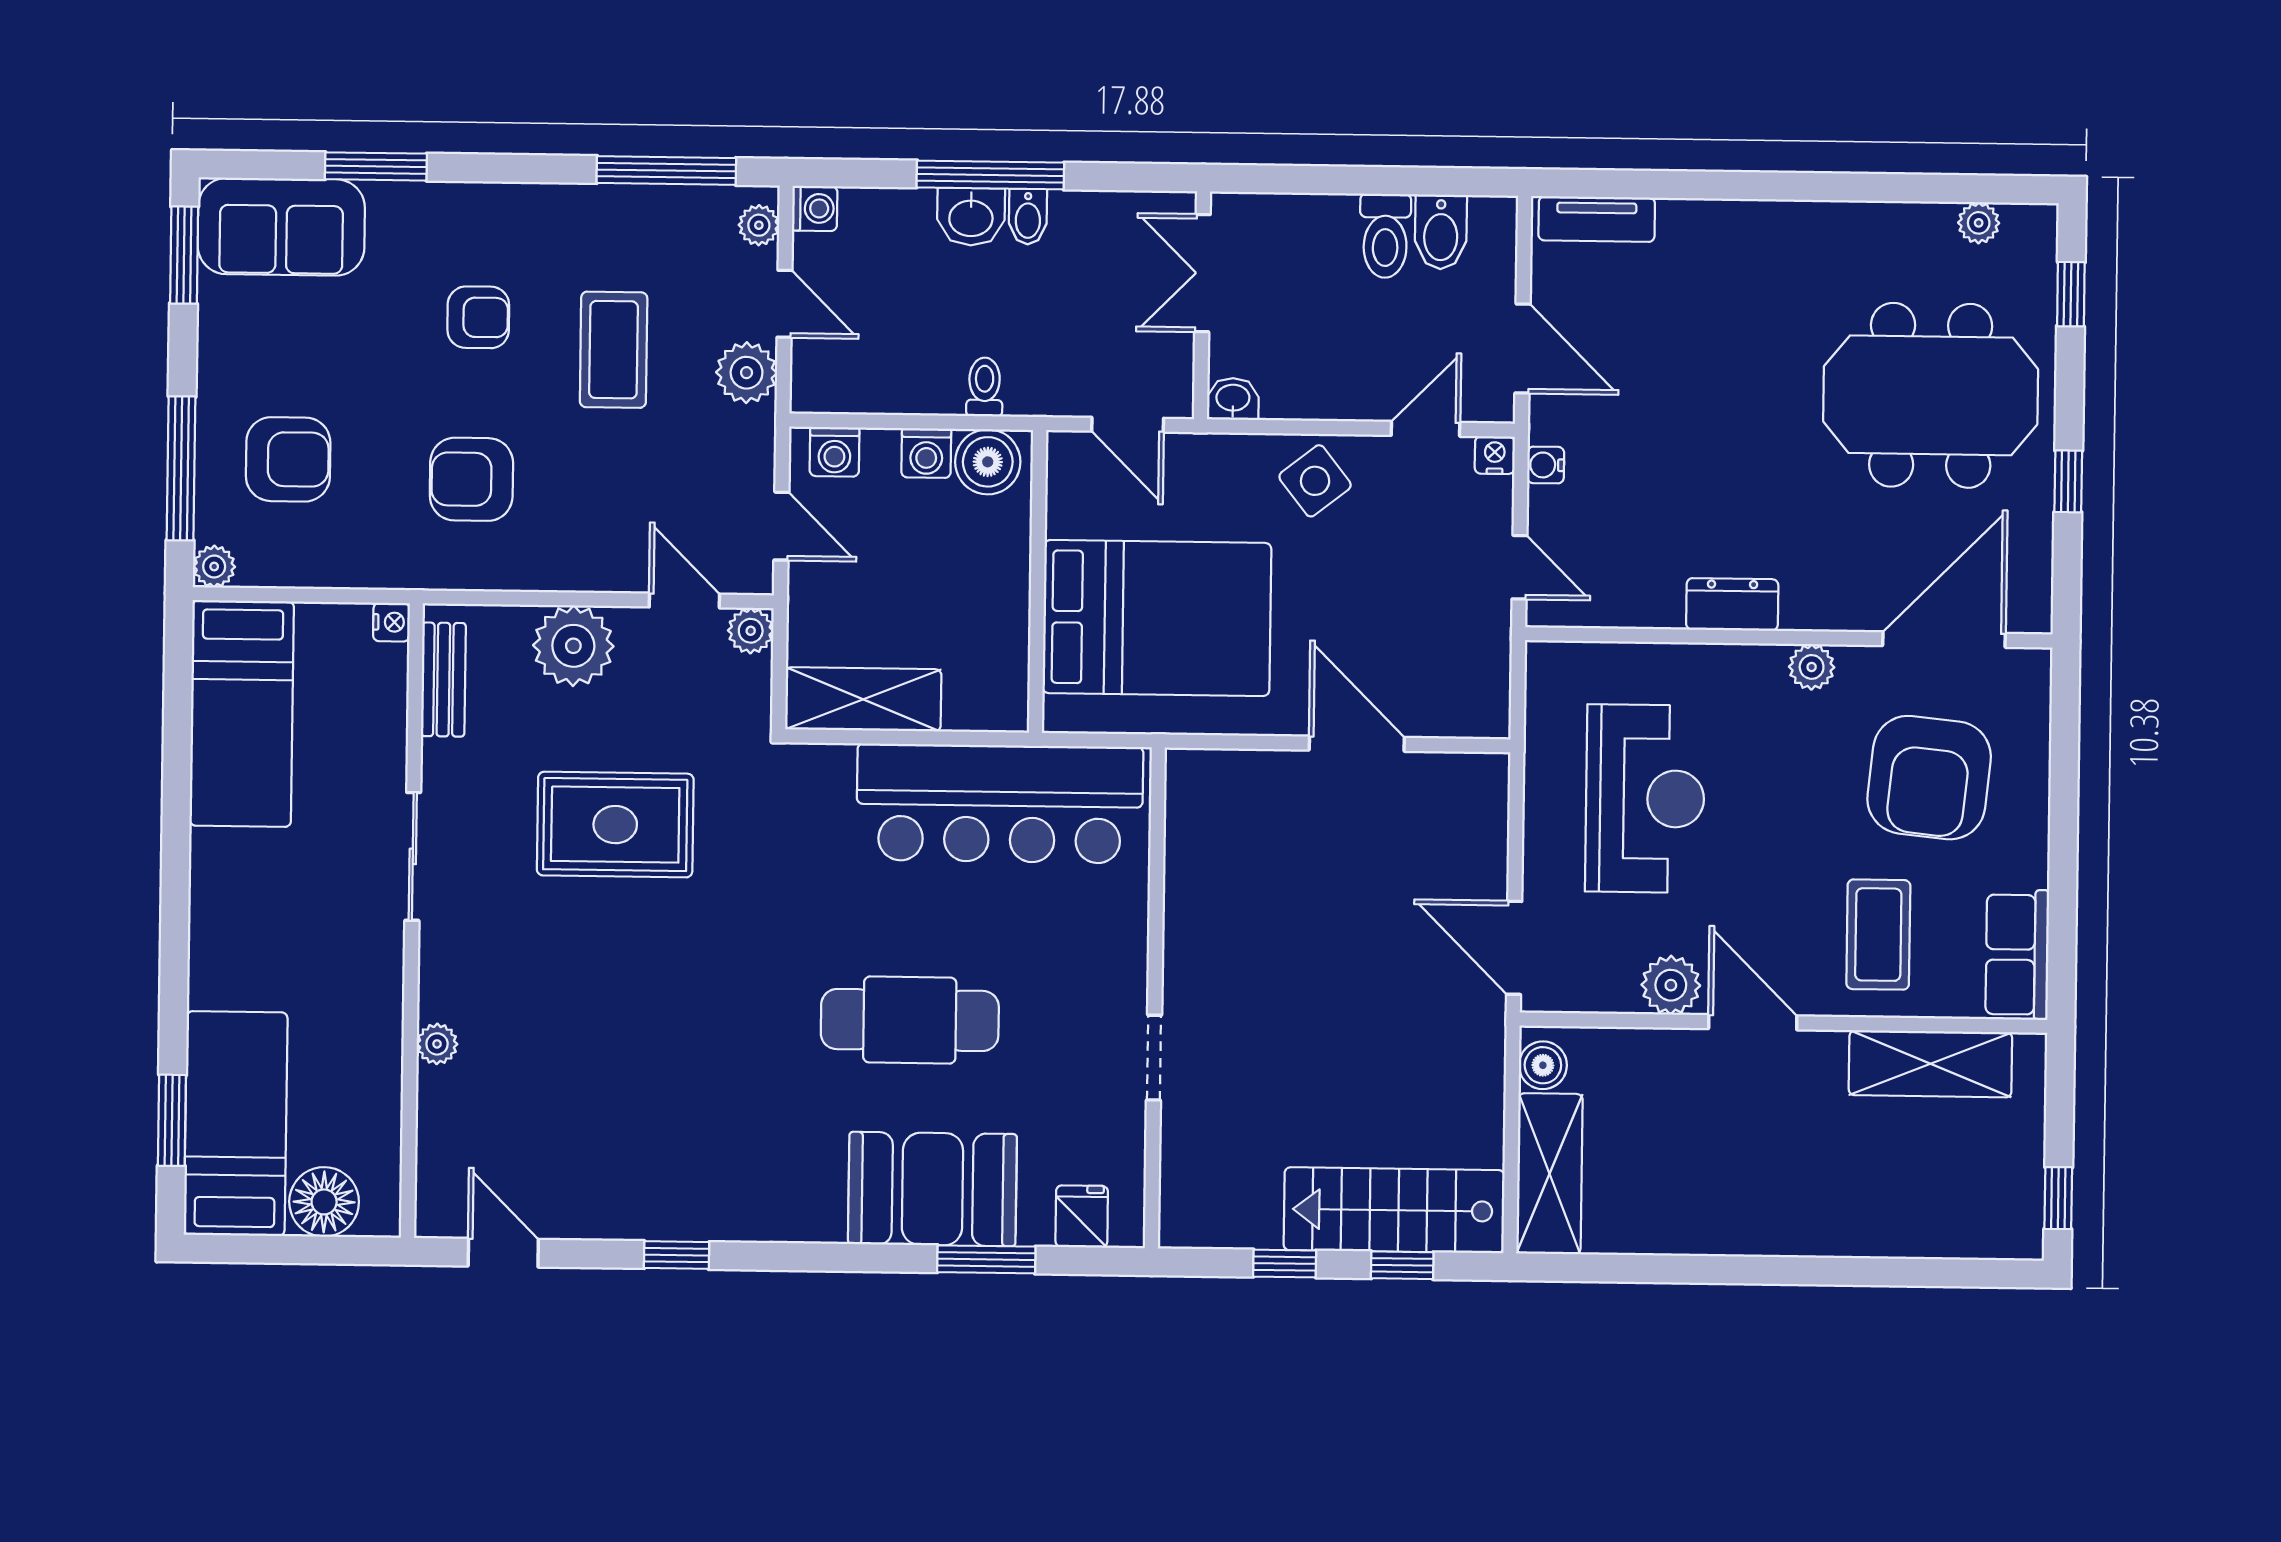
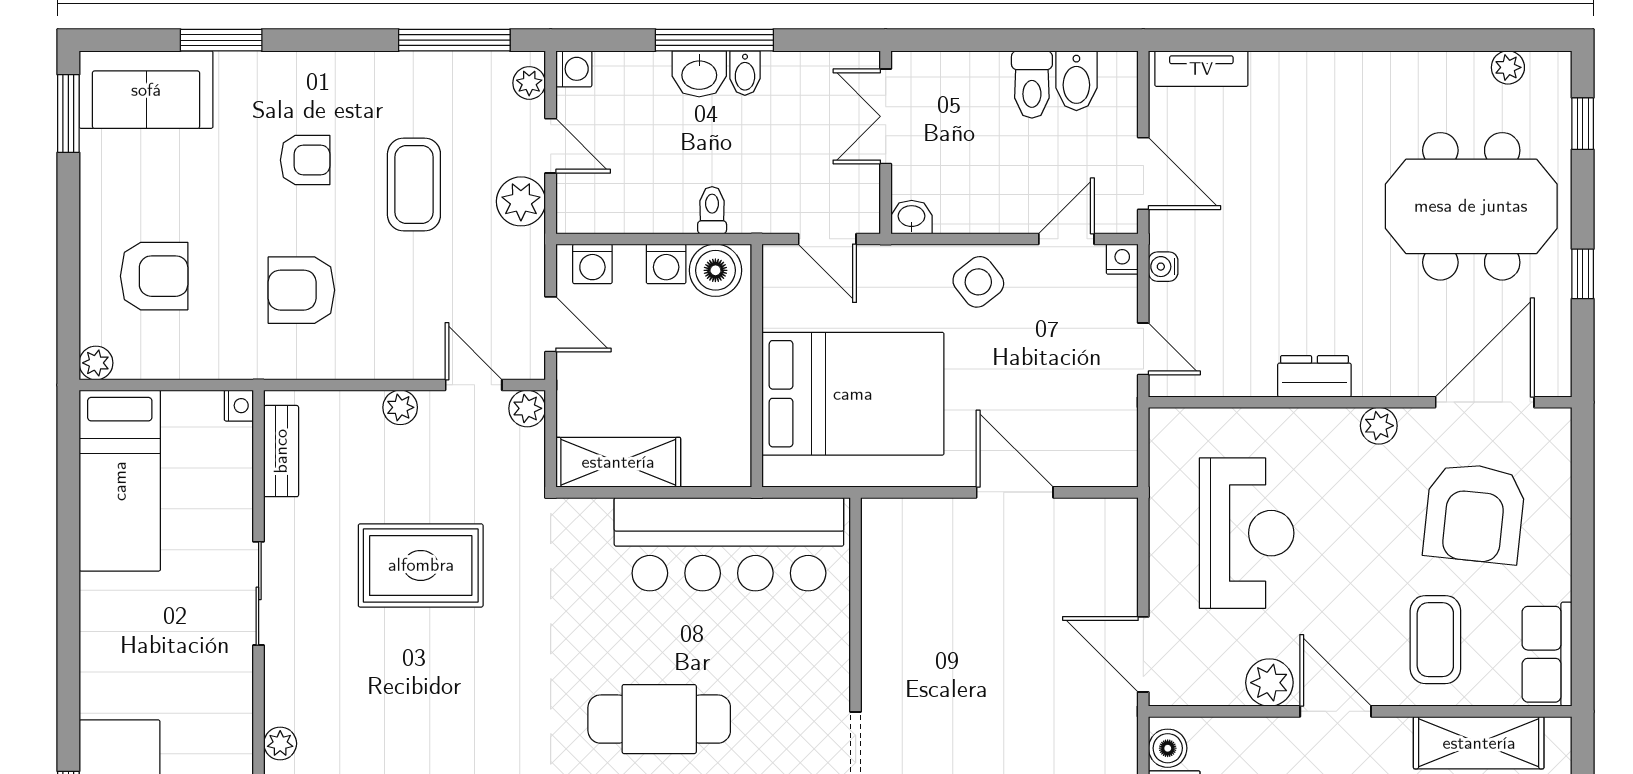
window: (181, 468) -> (68, 285), removed
plant: (573, 646) -> (400, 407), width x0.53, depth x0.53

